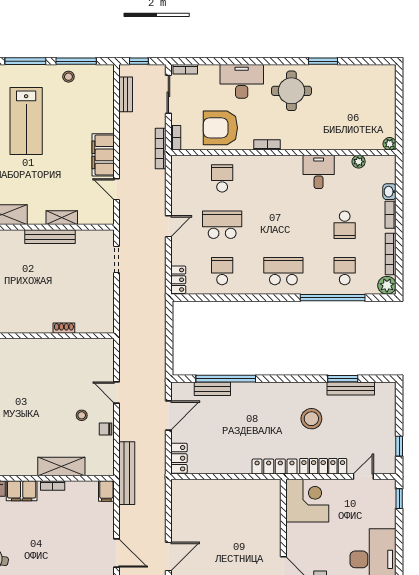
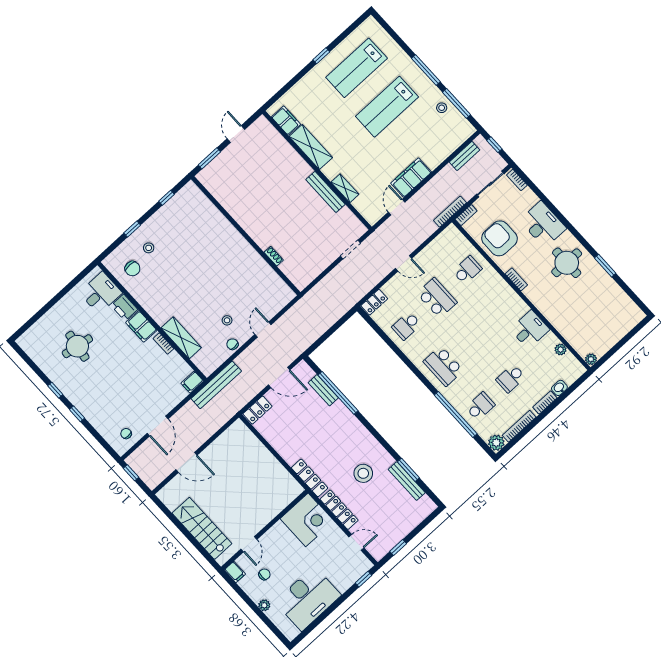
school desk: (222, 271) -> (406, 326), turned 180
school desk: (283, 271) -> (443, 366), turned 180

